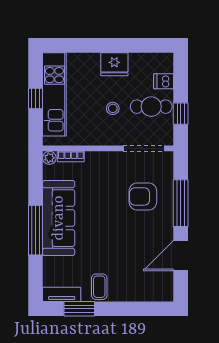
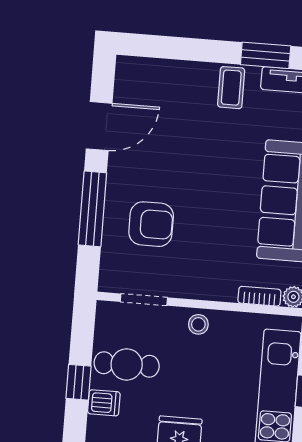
stool: (113, 108) -> (198, 324), moved
window: (181, 114) -> (79, 382), moved
doorway: (144, 148) -> (144, 300), width x0.73

